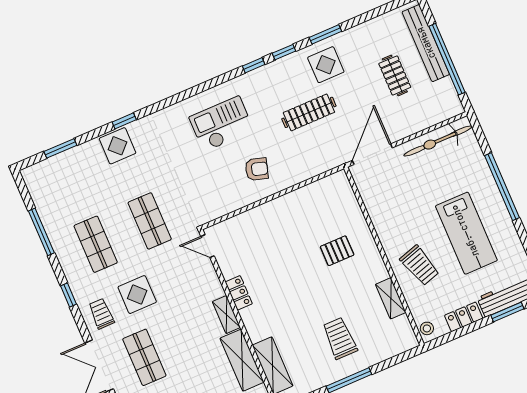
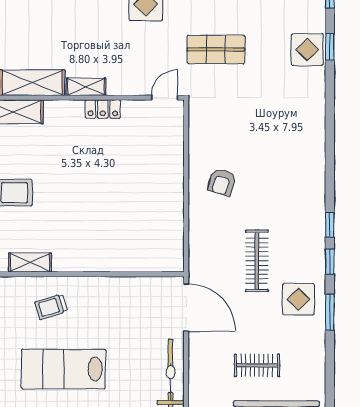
window: (124, 121) -> (330, 47), moved
checkout: (221, 124) -> (284, 166), removed
pallet: (337, 251) -> (102, 229), removed
trolley: (420, 265) -> (51, 307), width x0.73, depth x0.72

